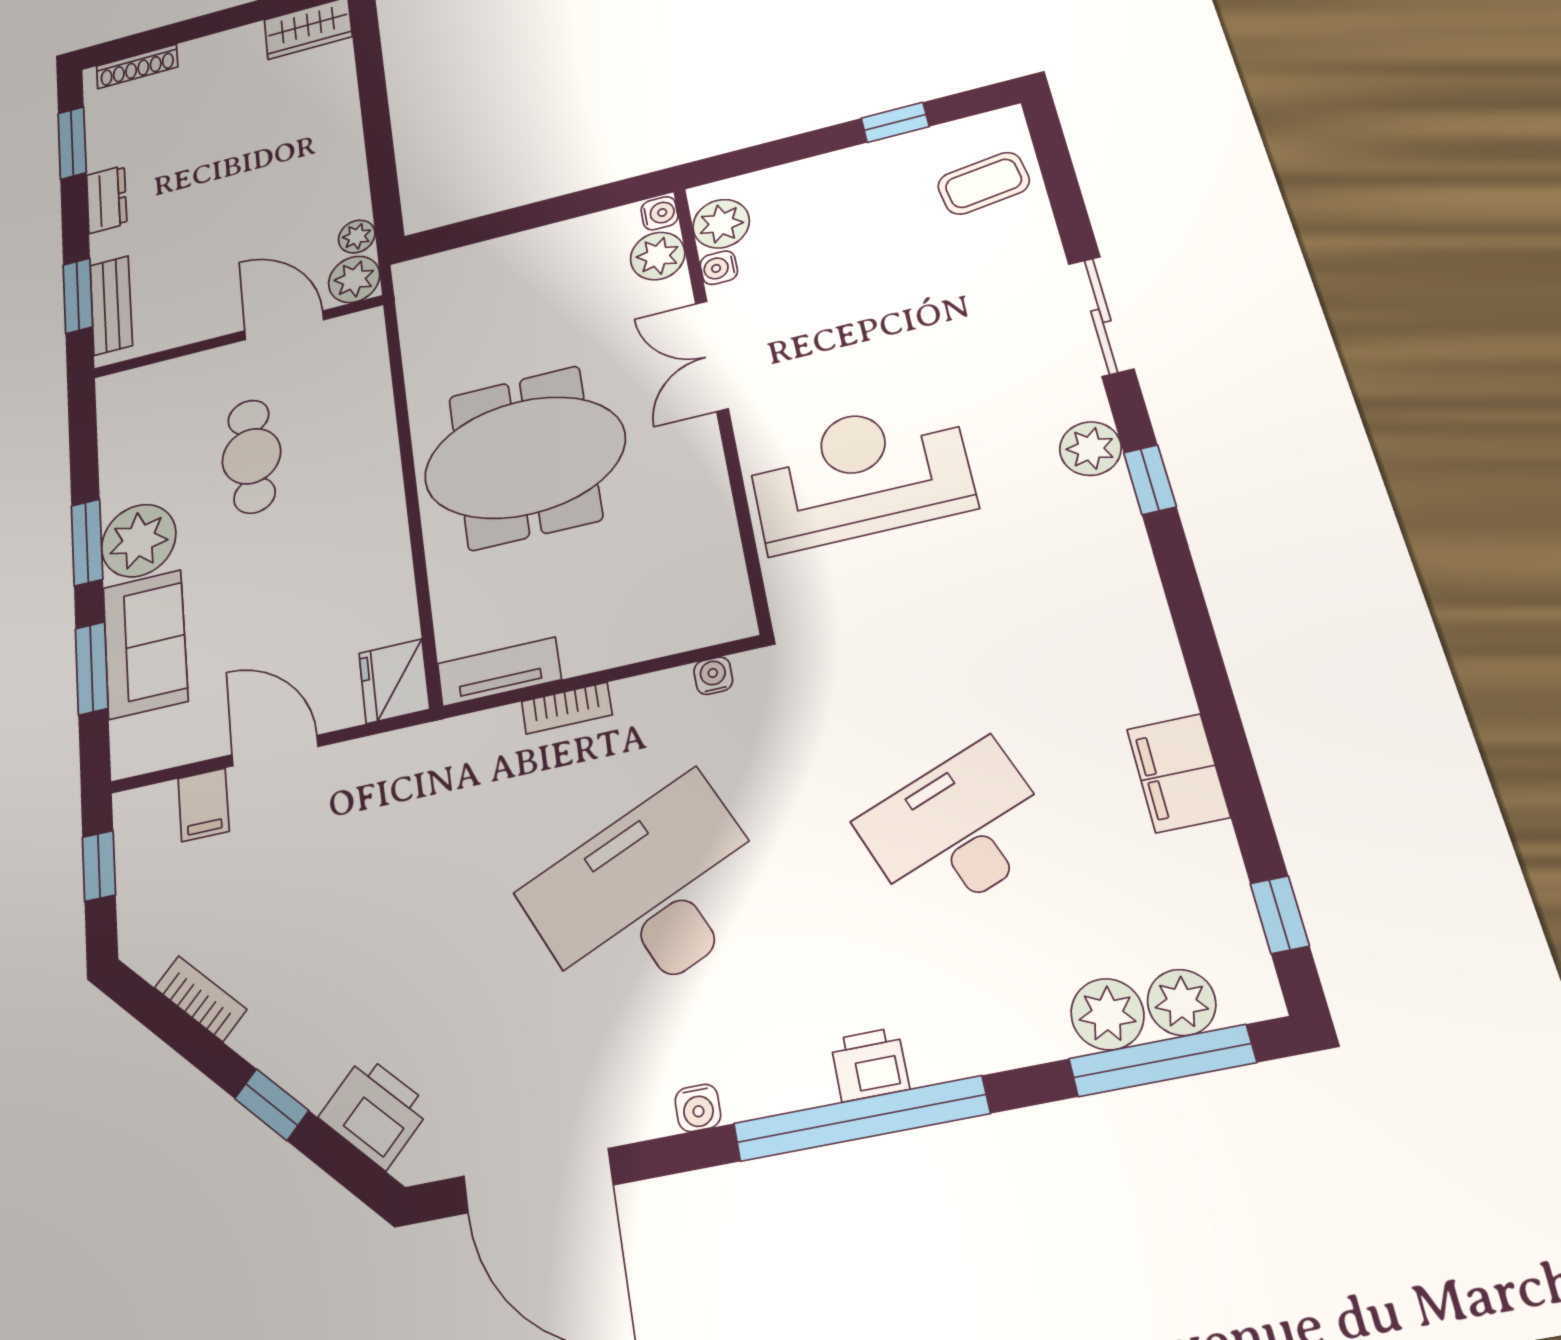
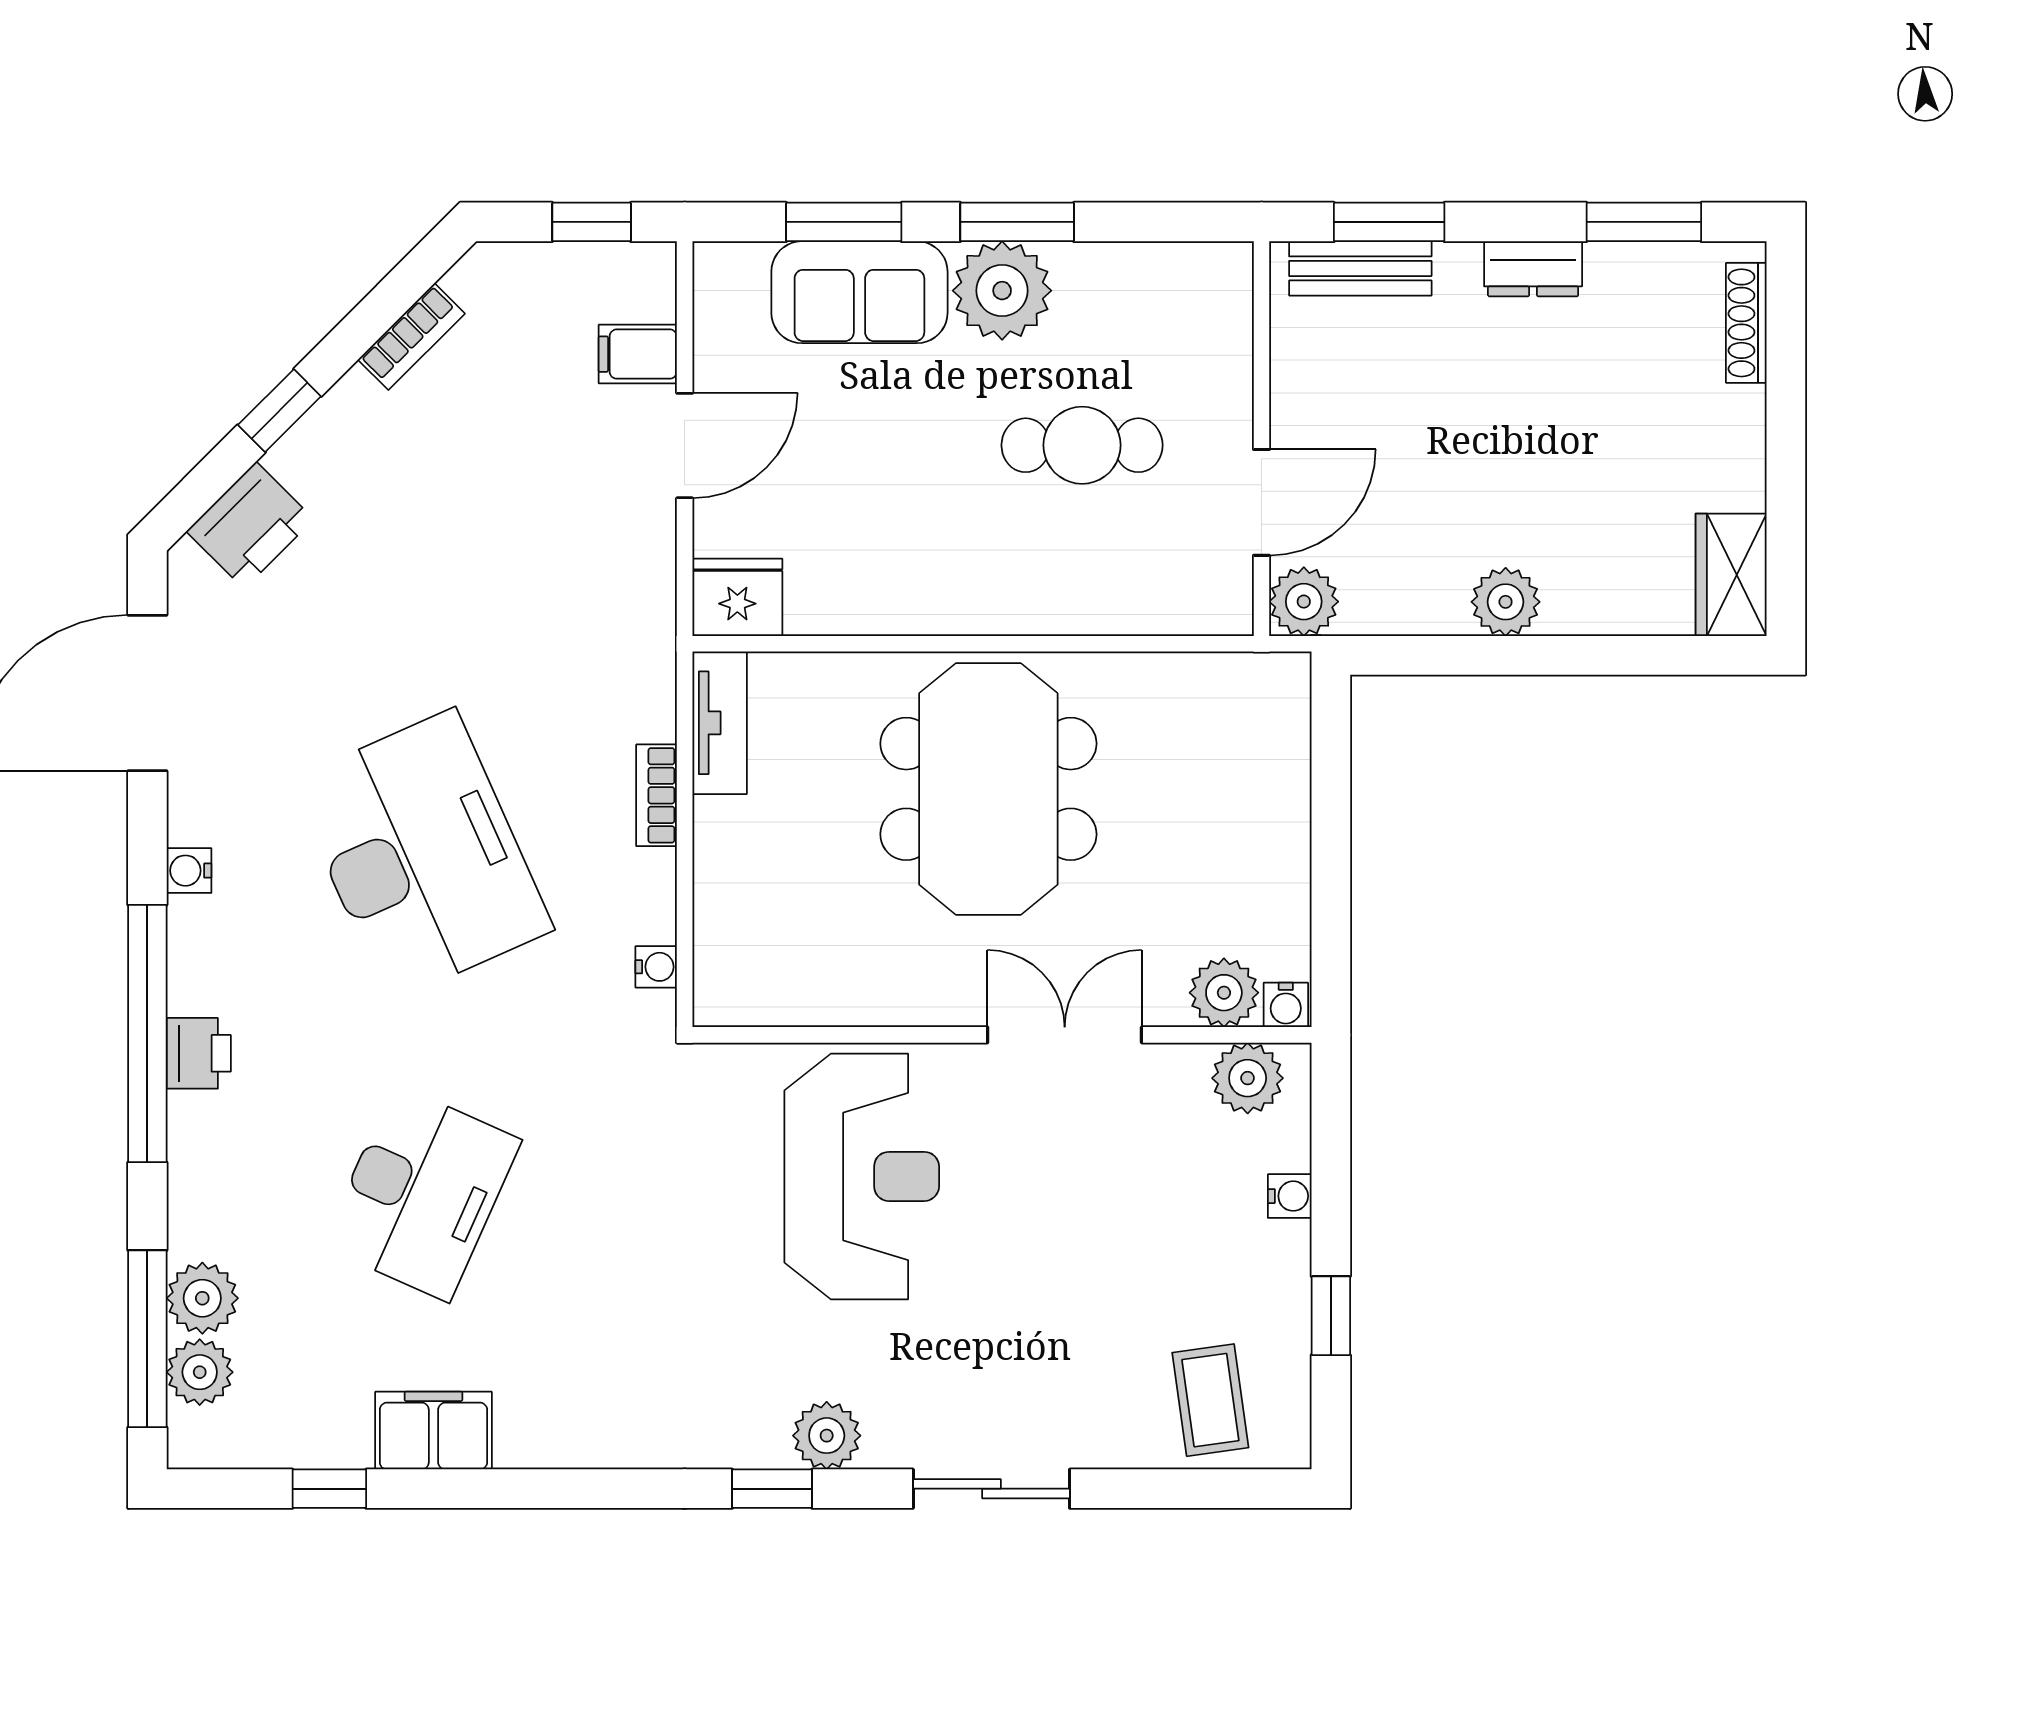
plant: (357, 237) -> (1506, 602), moved, width x1.38, depth x1.38
water cooler: (719, 268) -> (1290, 1196), moved, turned 90
desk: (957, 830) -> (422, 1193), turned 45
window: (1280, 915) -> (329, 1489), moved

